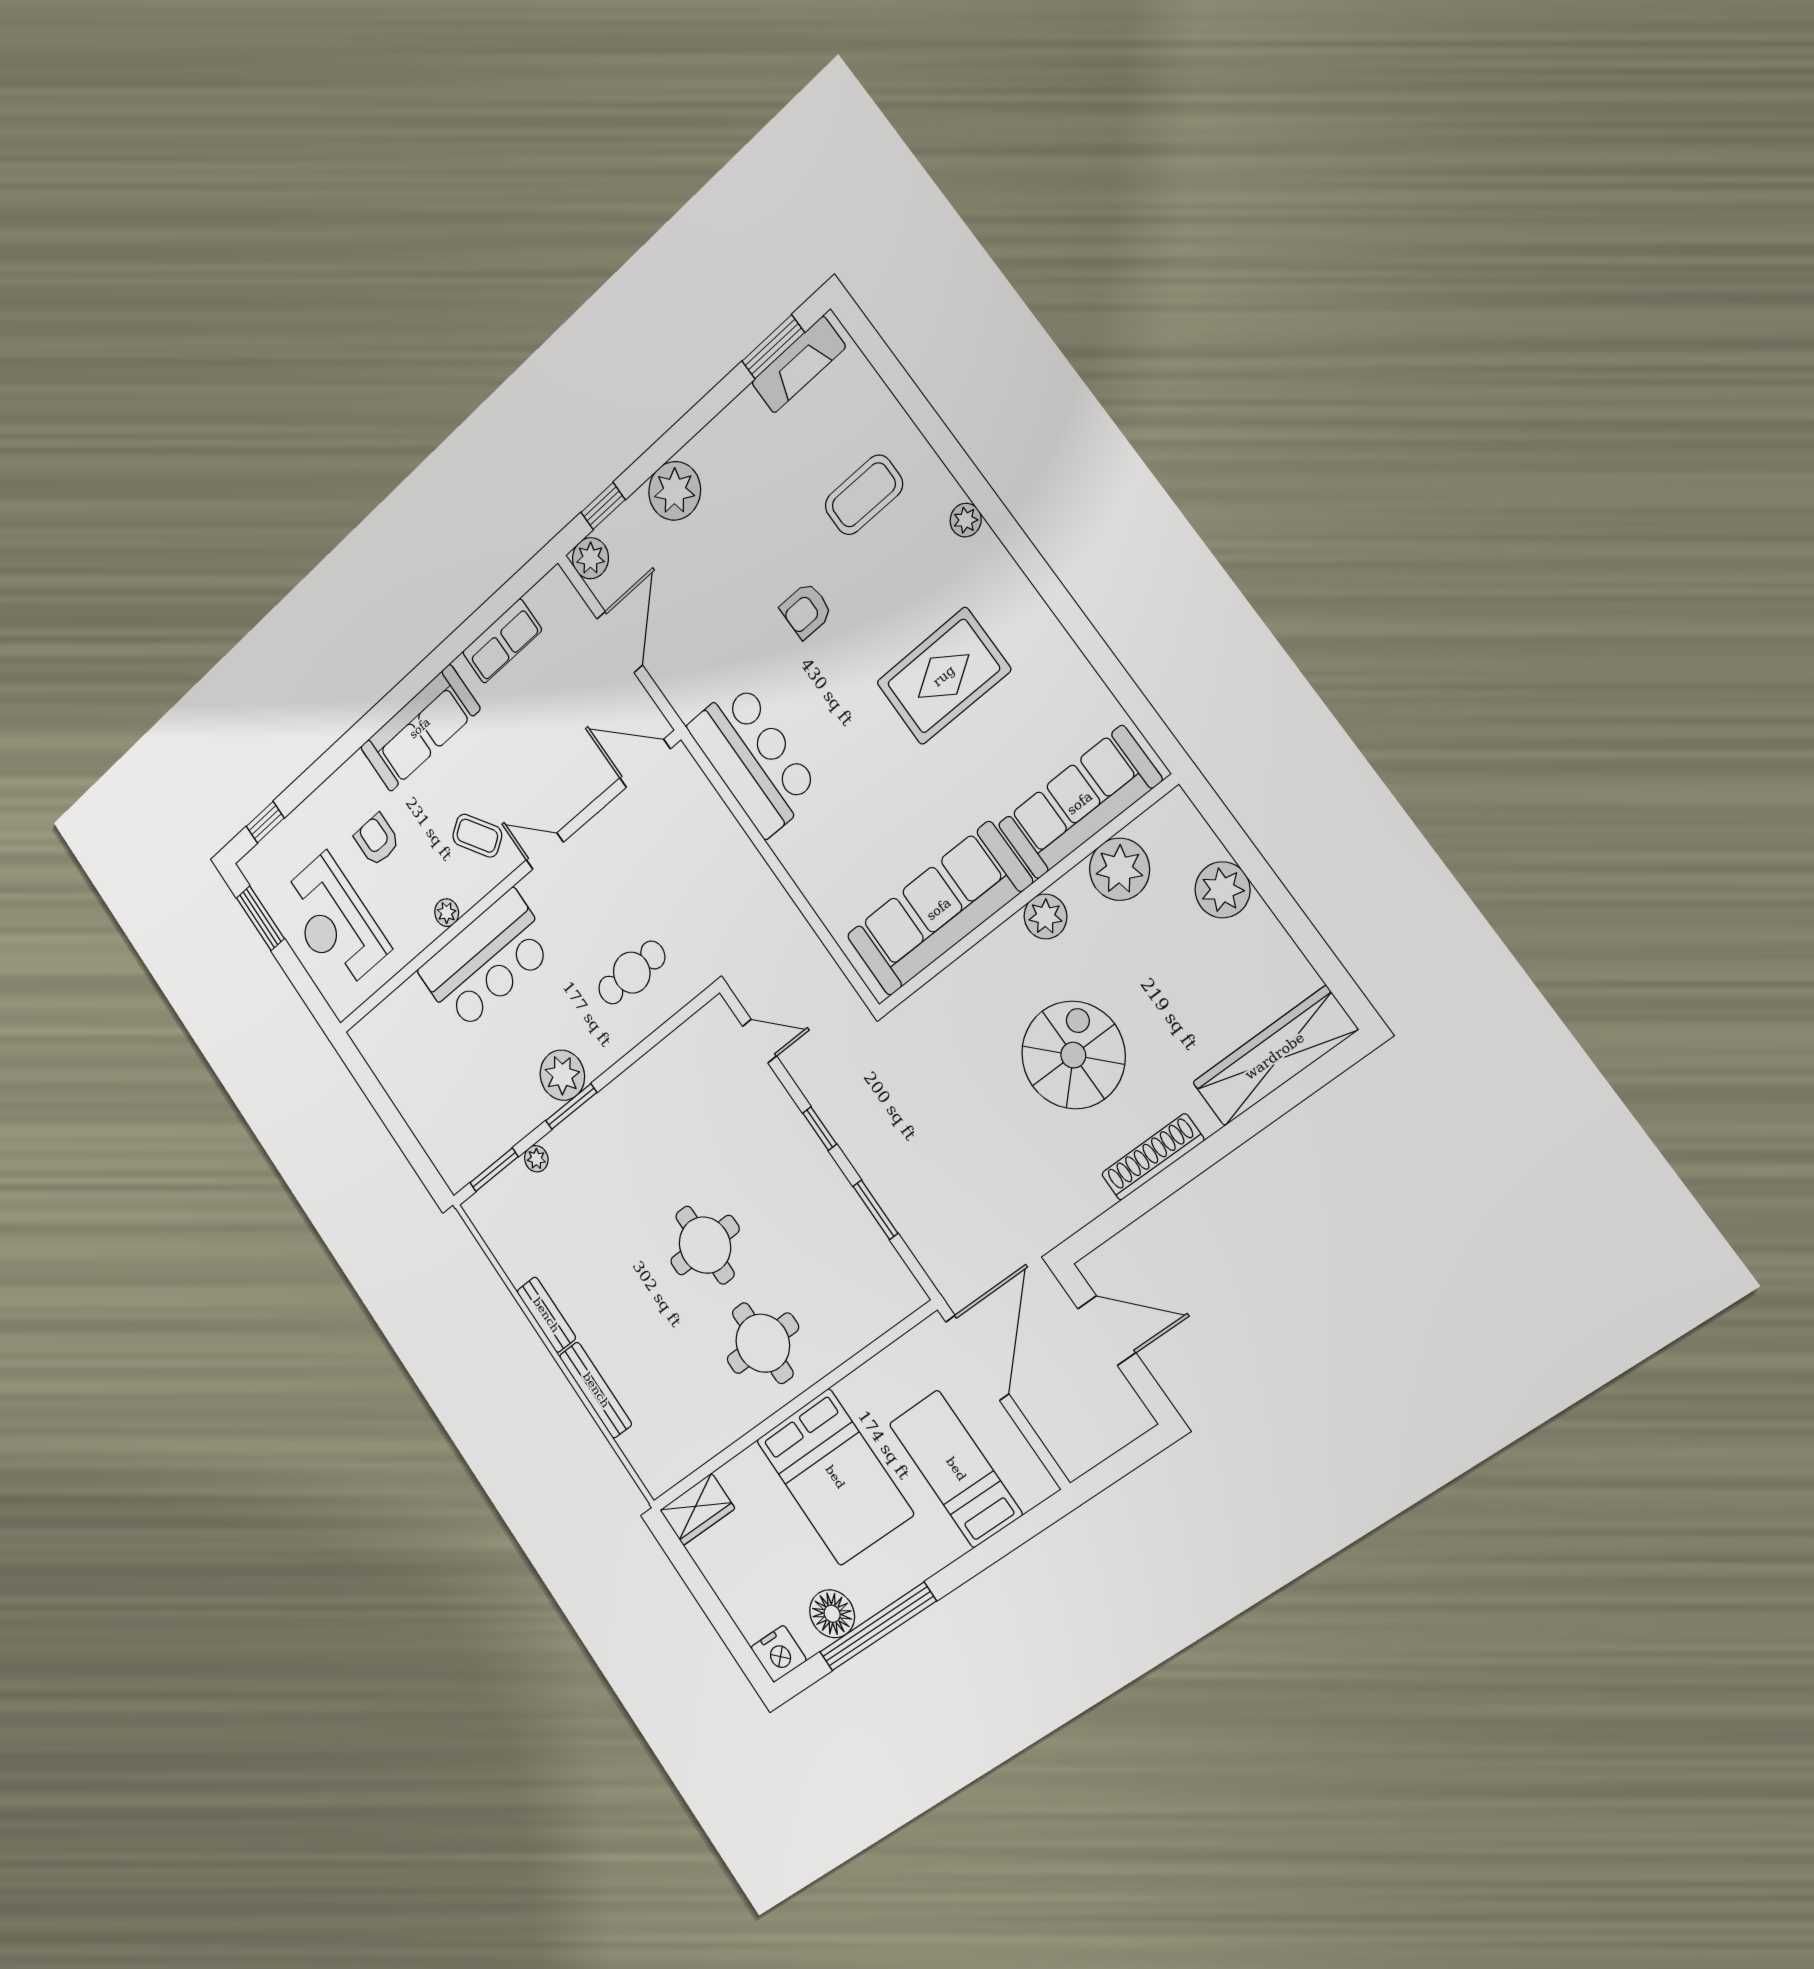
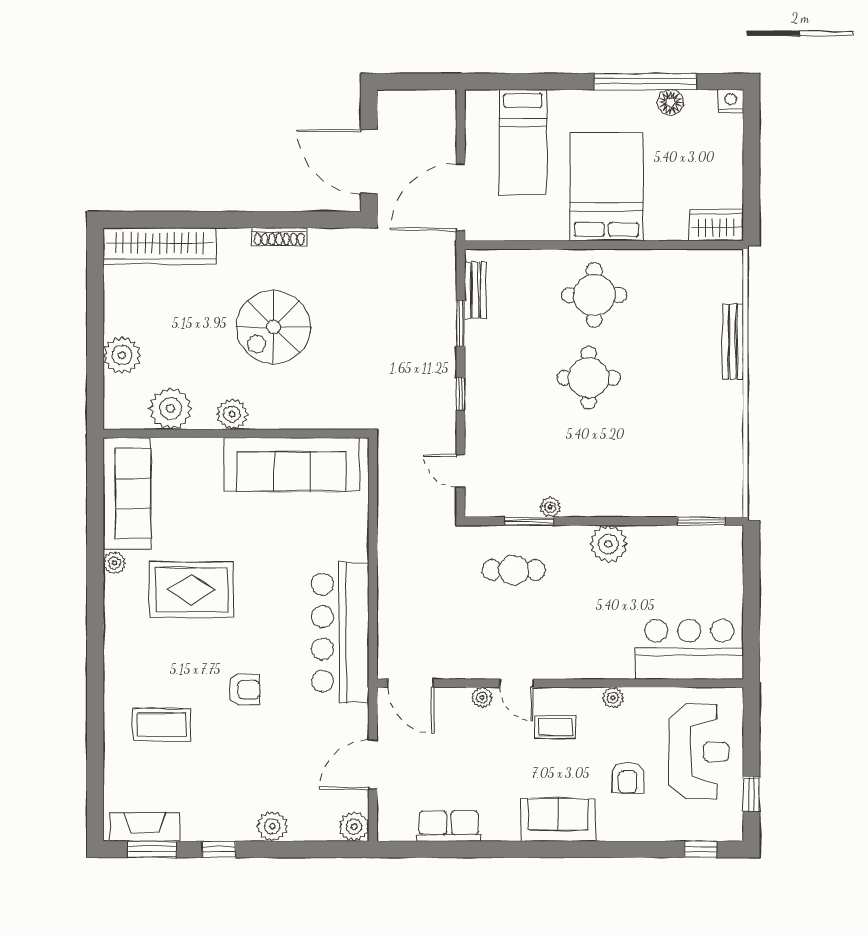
plant: (675, 491) -> (272, 826), width x0.73, depth x0.73
window: (603, 506) -> (219, 849), moved
plant: (966, 520) -> (114, 563), moved
sofa: (420, 728) -> (558, 820), width x0.73
bar counter: (753, 759) -> (340, 633), width x1.36
sofa: (1080, 803) -> (127, 493), moved, turned -90
plant: (567, 807) -> (482, 698), added
coffee table: (477, 836) -> (555, 727), turned -56
window: (260, 918) -> (751, 794), width x0.67
bar counter: (486, 961) -> (689, 649), moved
window: (571, 1107) -> (529, 521), moved
shoe rack: (1153, 1157) -> (279, 237), width x0.74, depth x0.81
plant: (536, 1159) -> (550, 507), moved
bench: (546, 1315) -> (475, 290), moved
door: (1107, 1331) -> (369, 161), width x1.36
floor lamp: (832, 1614) -> (670, 102), width x0.73, depth x0.73
nightstand: (779, 1654) -> (731, 101), width x0.74, depth x0.75

